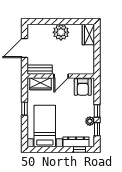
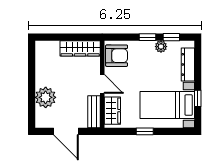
plant: (61, 32) -> (46, 97), moved
wardrobe: (88, 35) -> (80, 48), moved, width x1.50
window: (79, 150) -> (198, 98), moved

